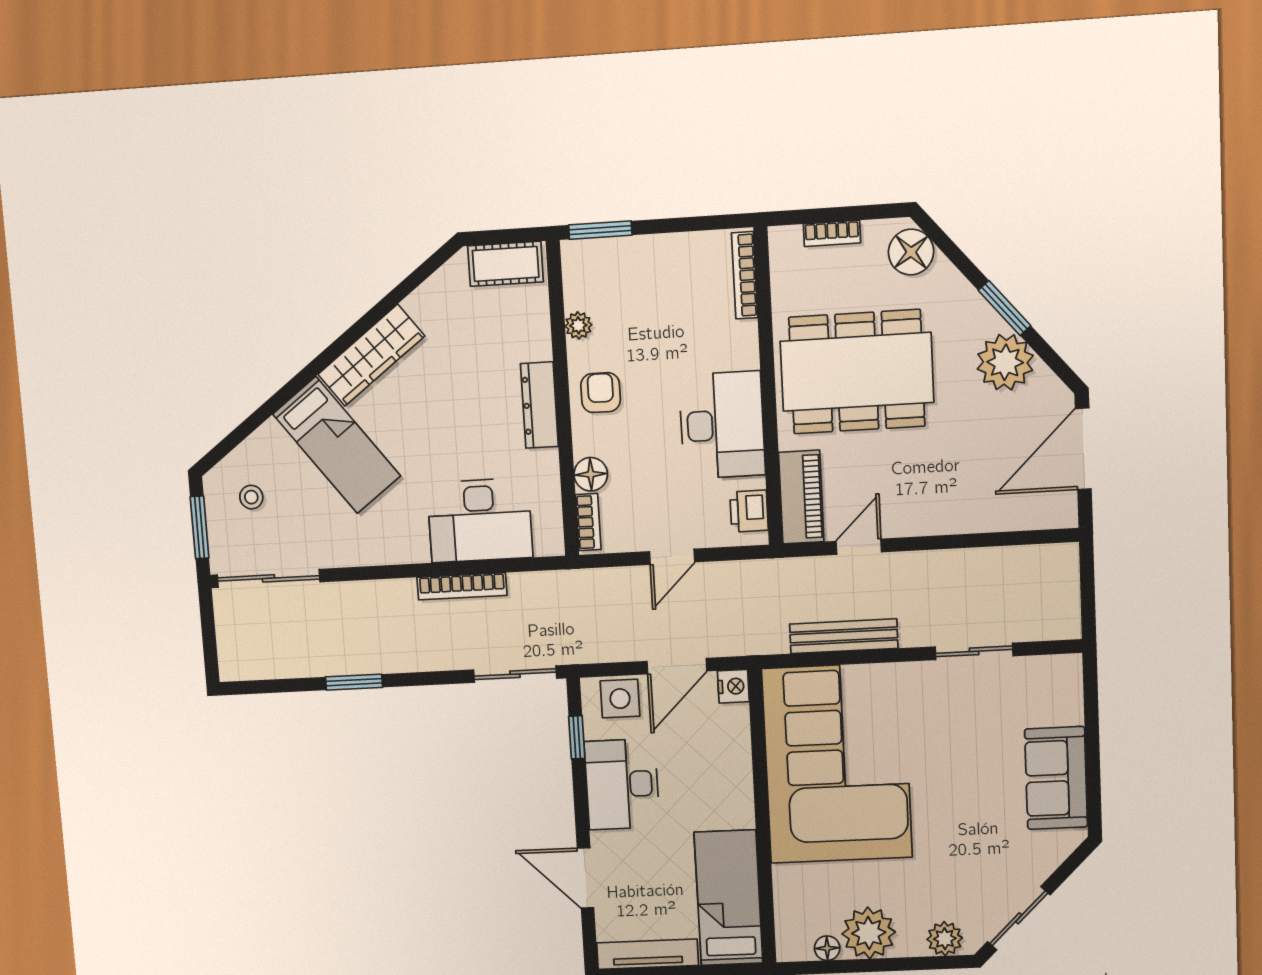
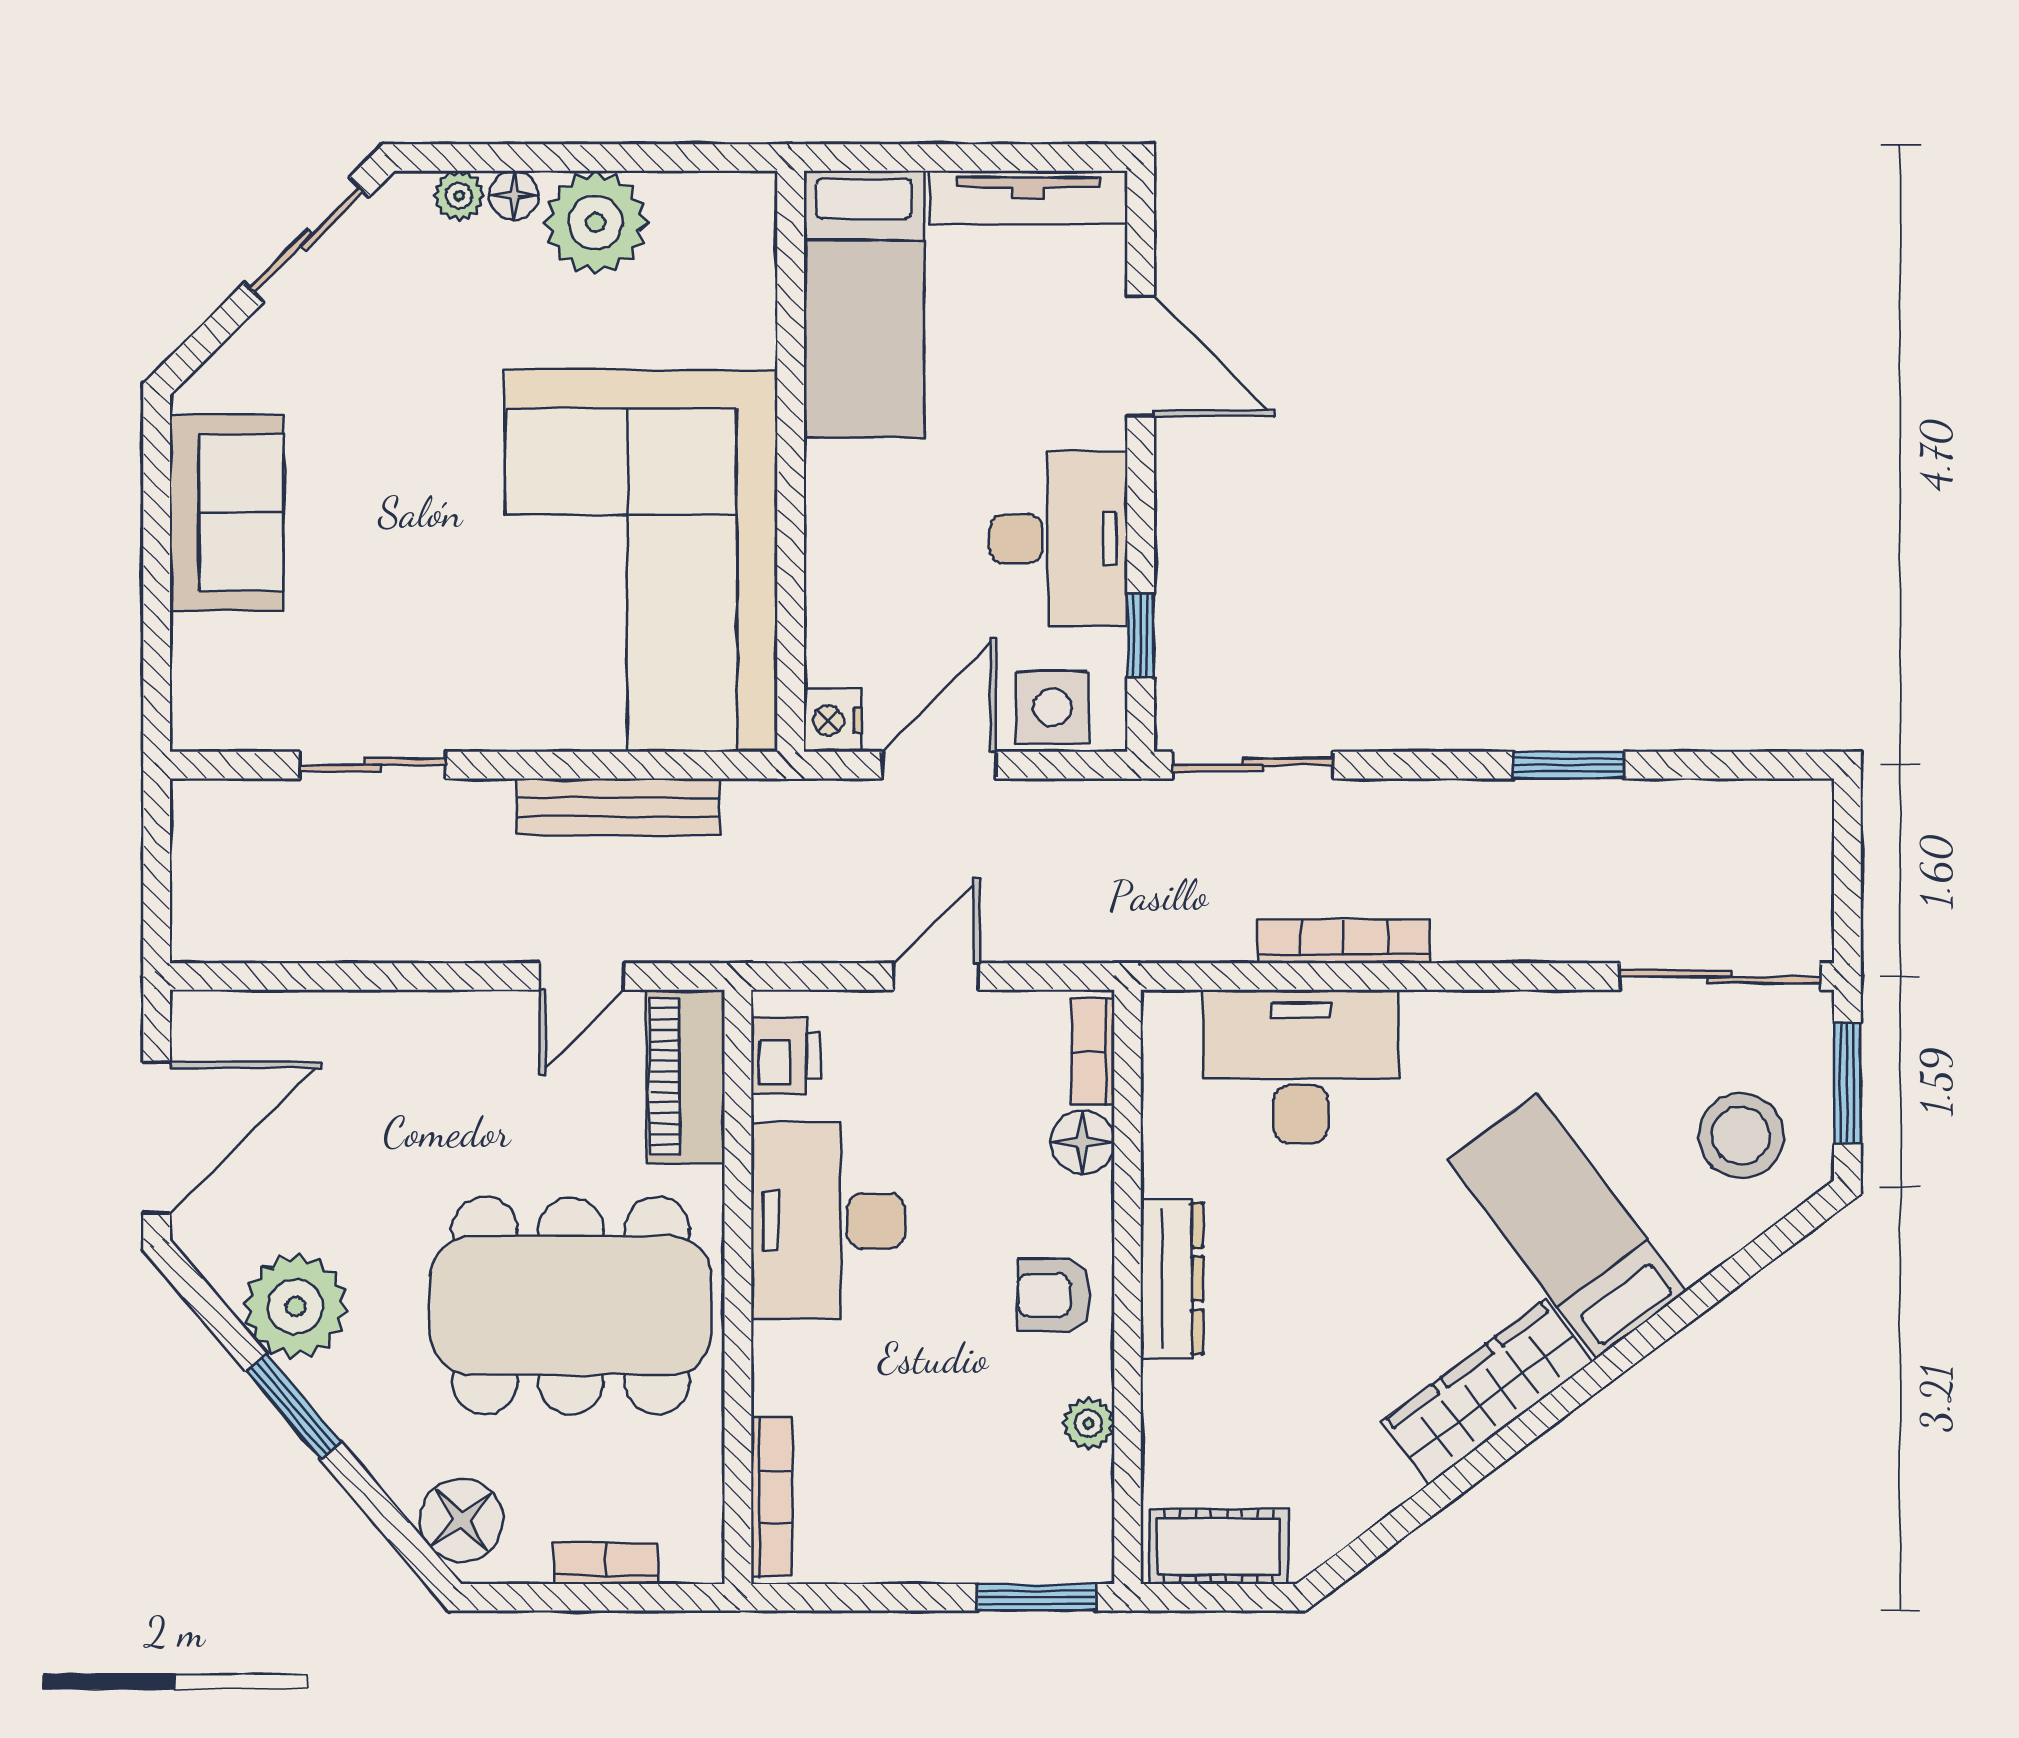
armchair: (601, 393) -> (1054, 1295), turned 90
stool: (251, 497) -> (1741, 1135), width x1.89, depth x1.89
plant: (945, 939) -> (459, 196), width x0.73, depth x0.73
floor lamp: (827, 948) -> (514, 195), moved

